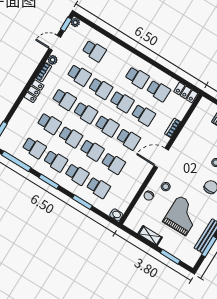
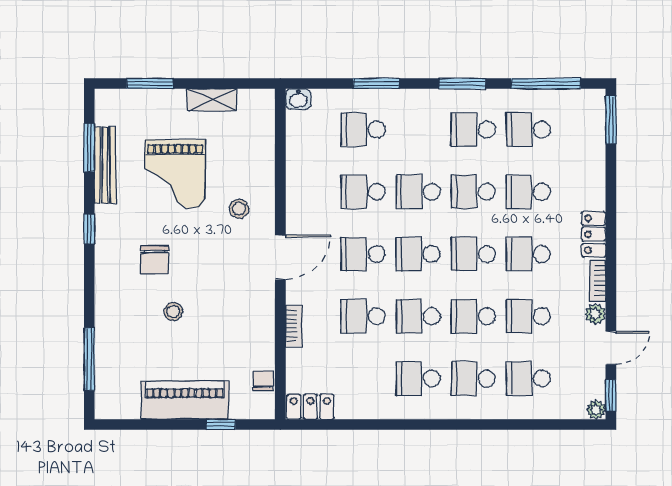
school desk: (158, 91) -> (473, 379), moved
school desk: (77, 174) -> (418, 129), removed
chair: (149, 196) -> (263, 381), moved

